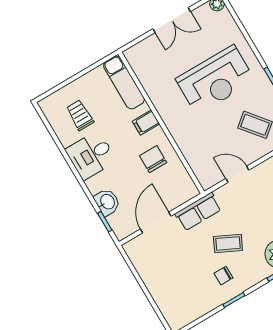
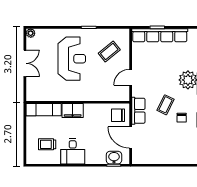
filing cabinet: (146, 123) -> (73, 111), width x2.00
chair: (153, 159) -> (118, 115), moved
washbasin: (107, 202) -> (114, 158), moved

